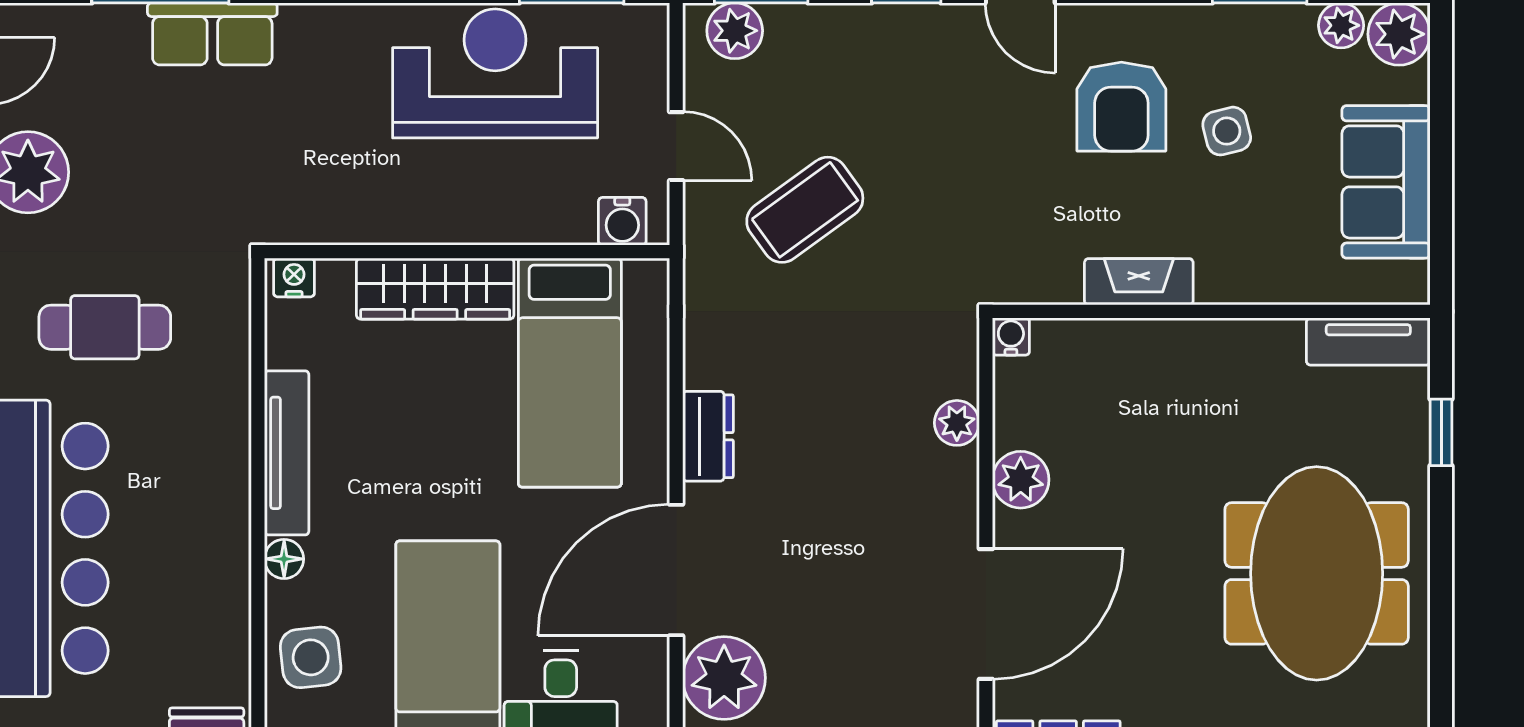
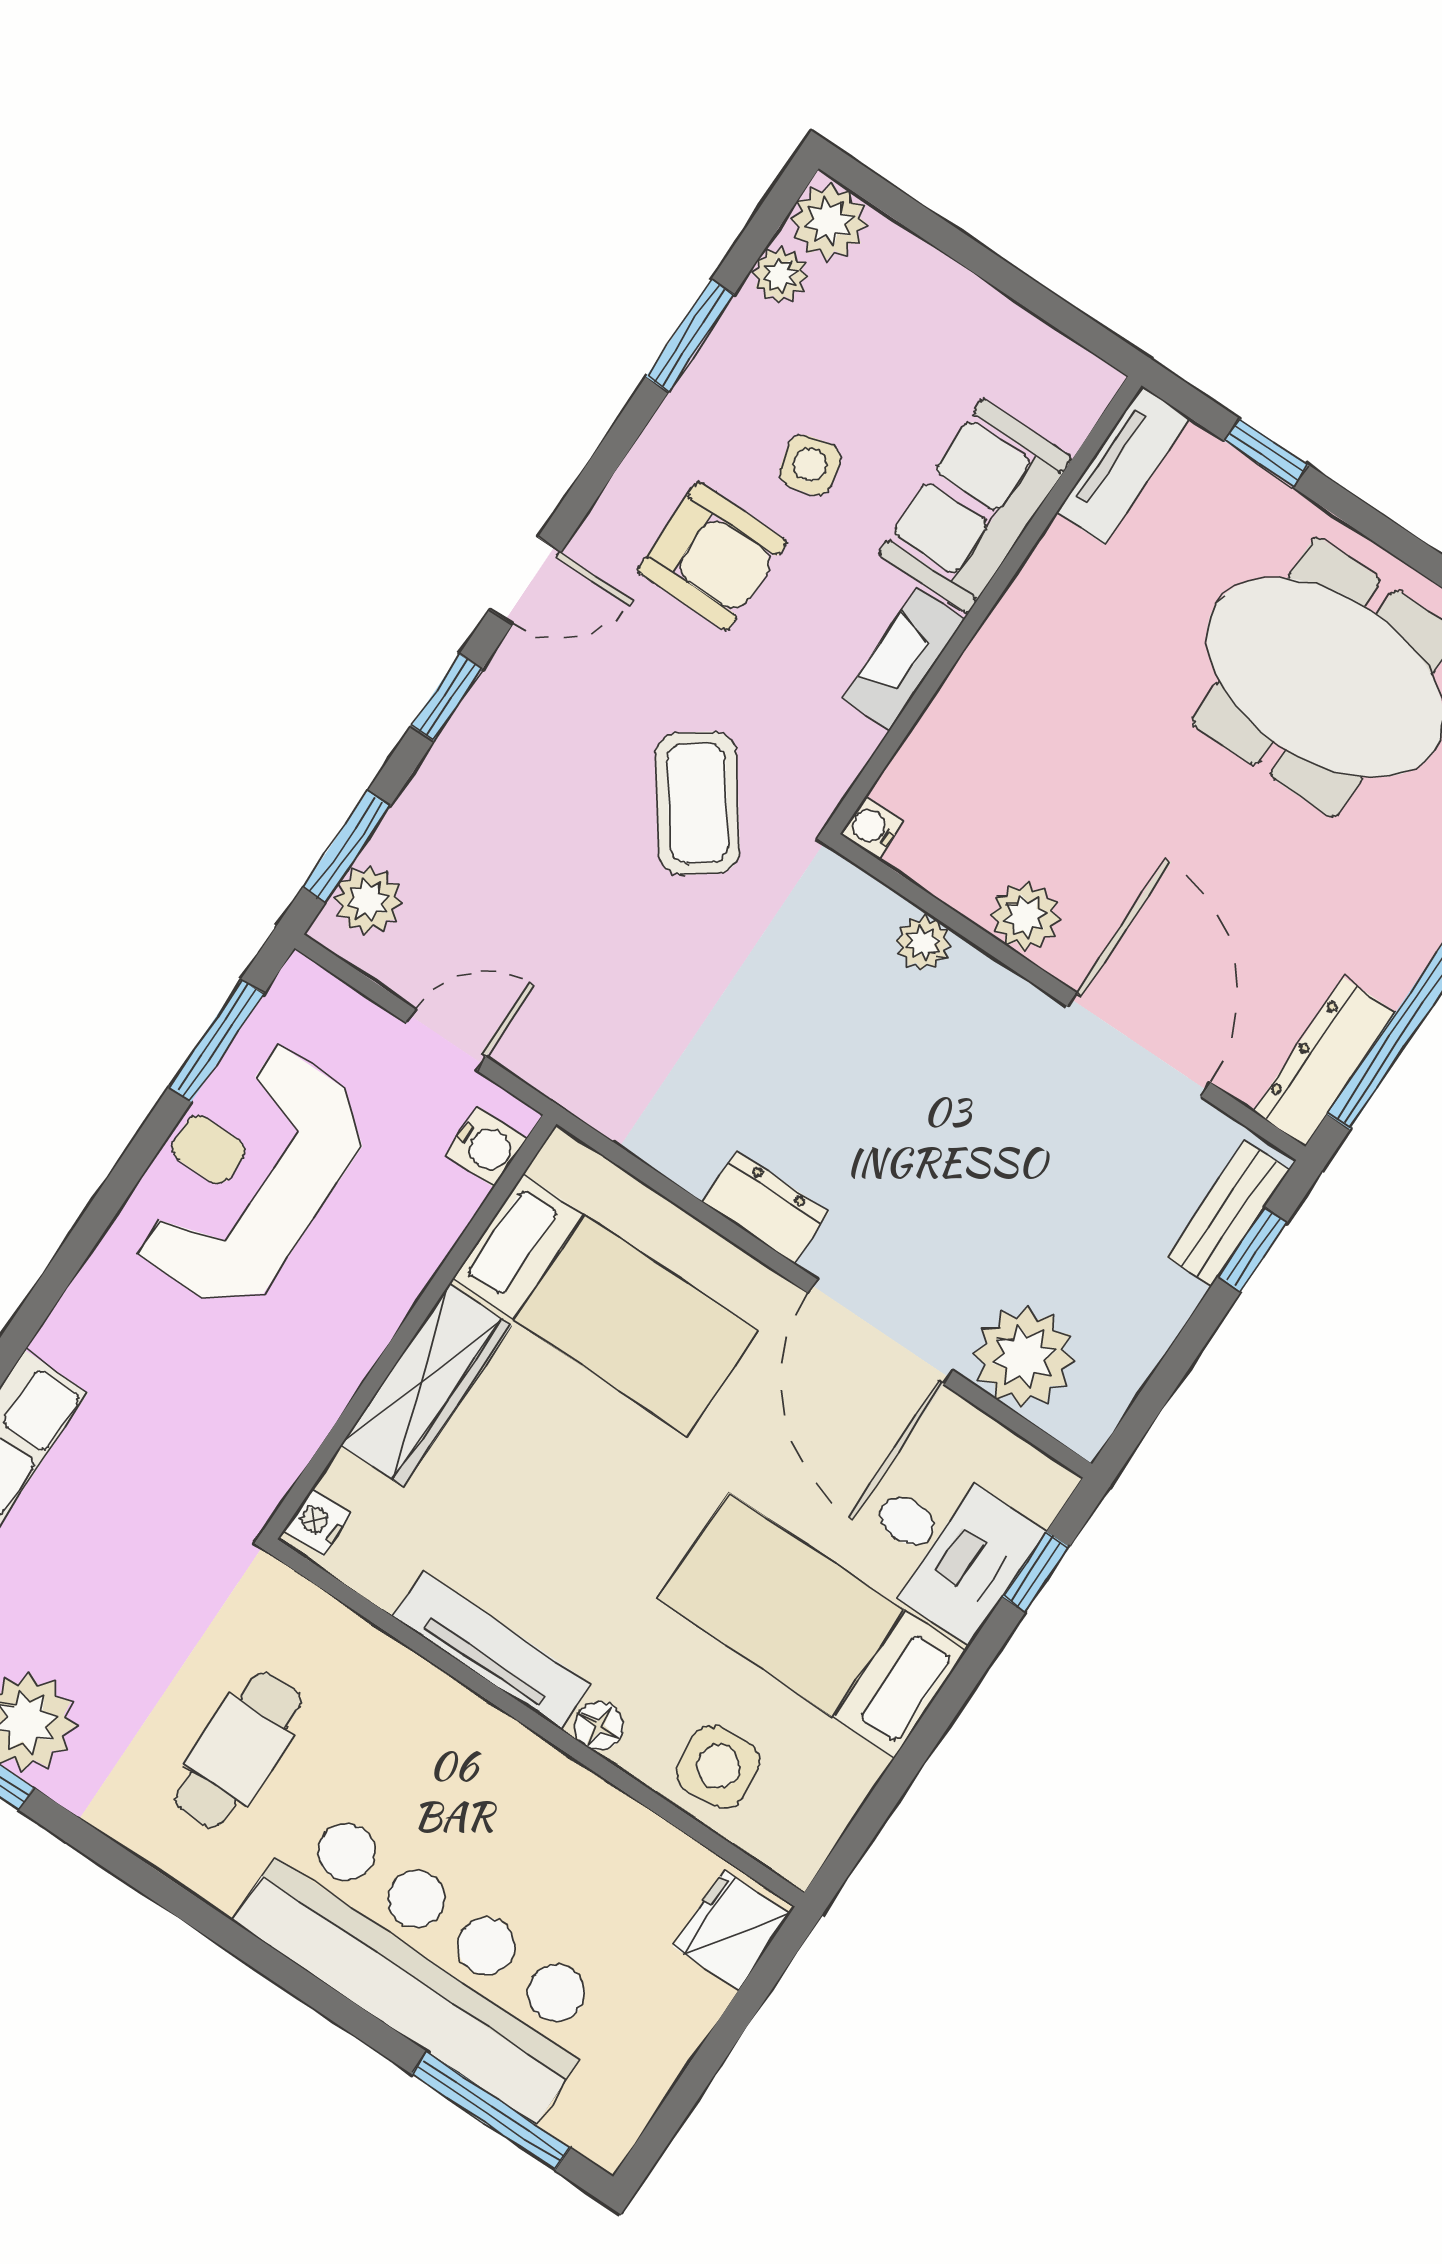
sofa: (1386, 182) -> (975, 506), moved, turned 90
coffee table: (805, 210) -> (698, 803), moved

